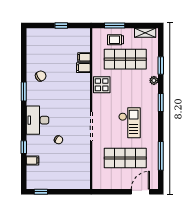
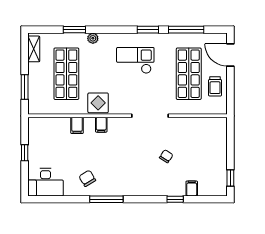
trolley: (116, 40) -> (215, 86), moved
filing cabinet: (84, 57) -> (101, 125), moved
window: (24, 91) -> (106, 199), width x1.44
window: (161, 103) -> (148, 30), moved
desk: (38, 120) -> (46, 182), moved
checkout: (129, 123) -> (135, 60), moved

